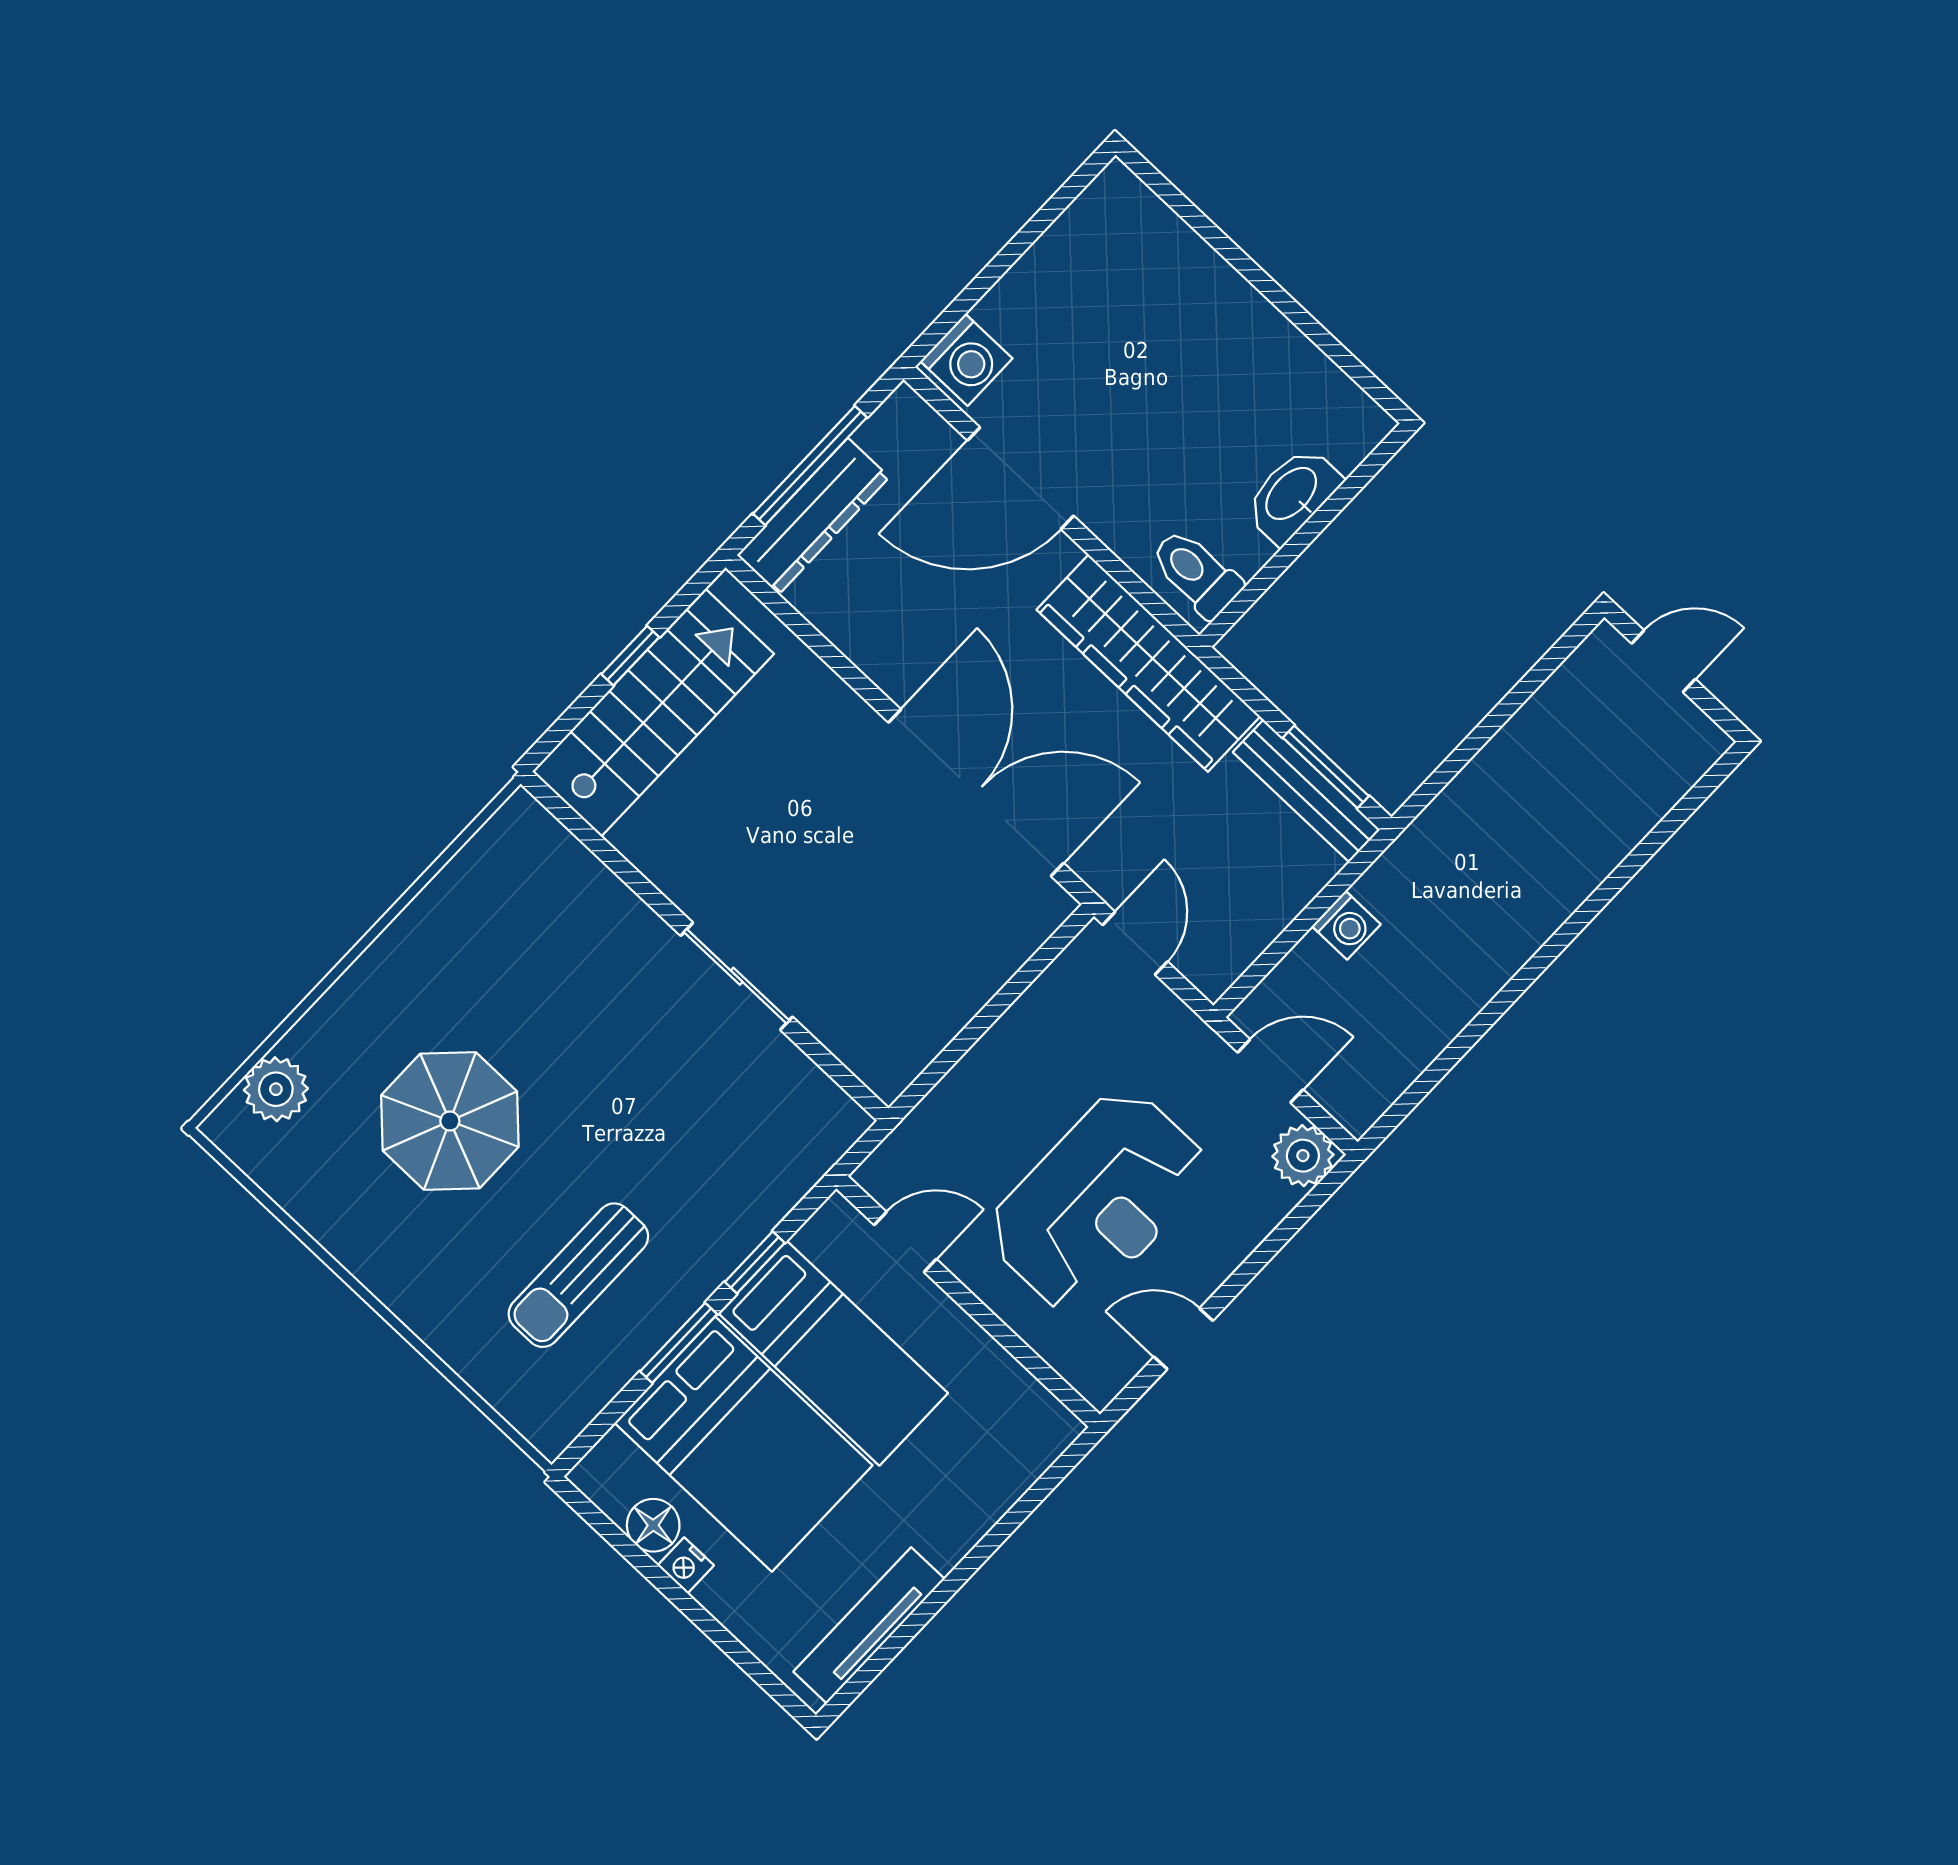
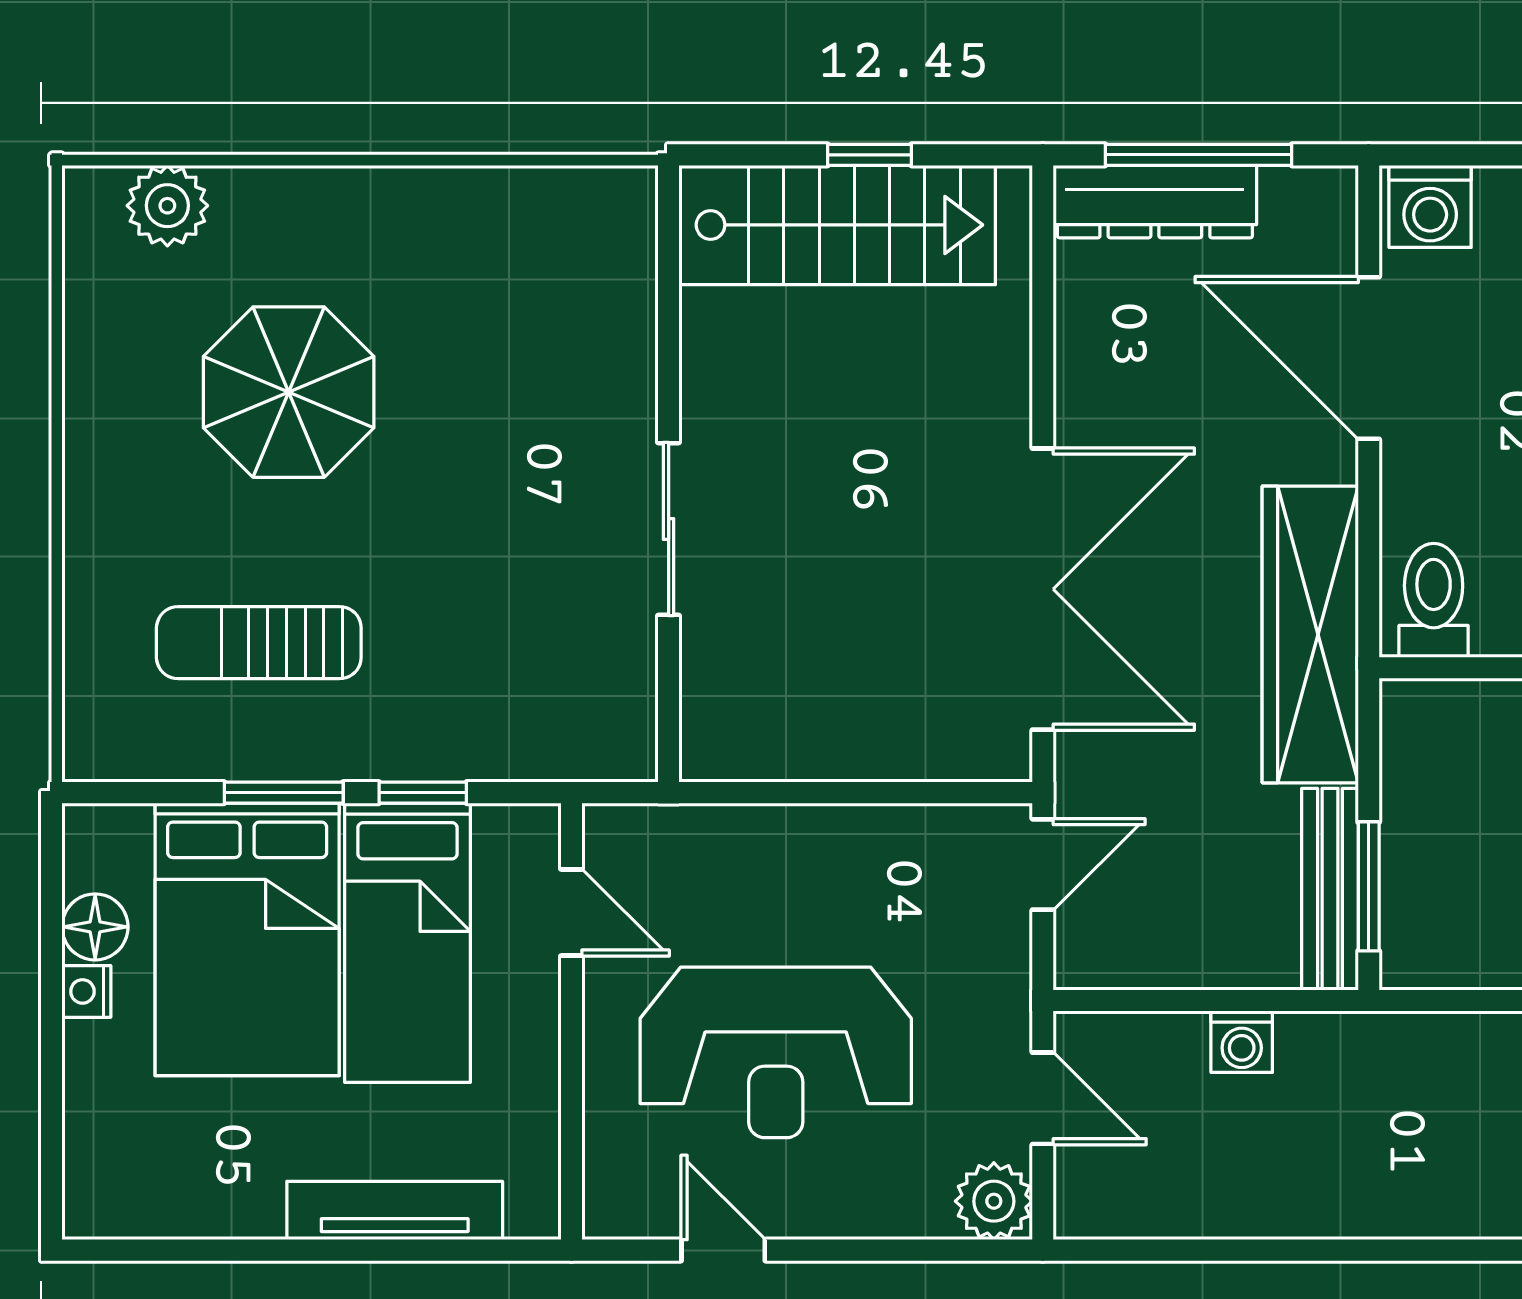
tv unit: (869, 1625) -> (395, 1211), moved

